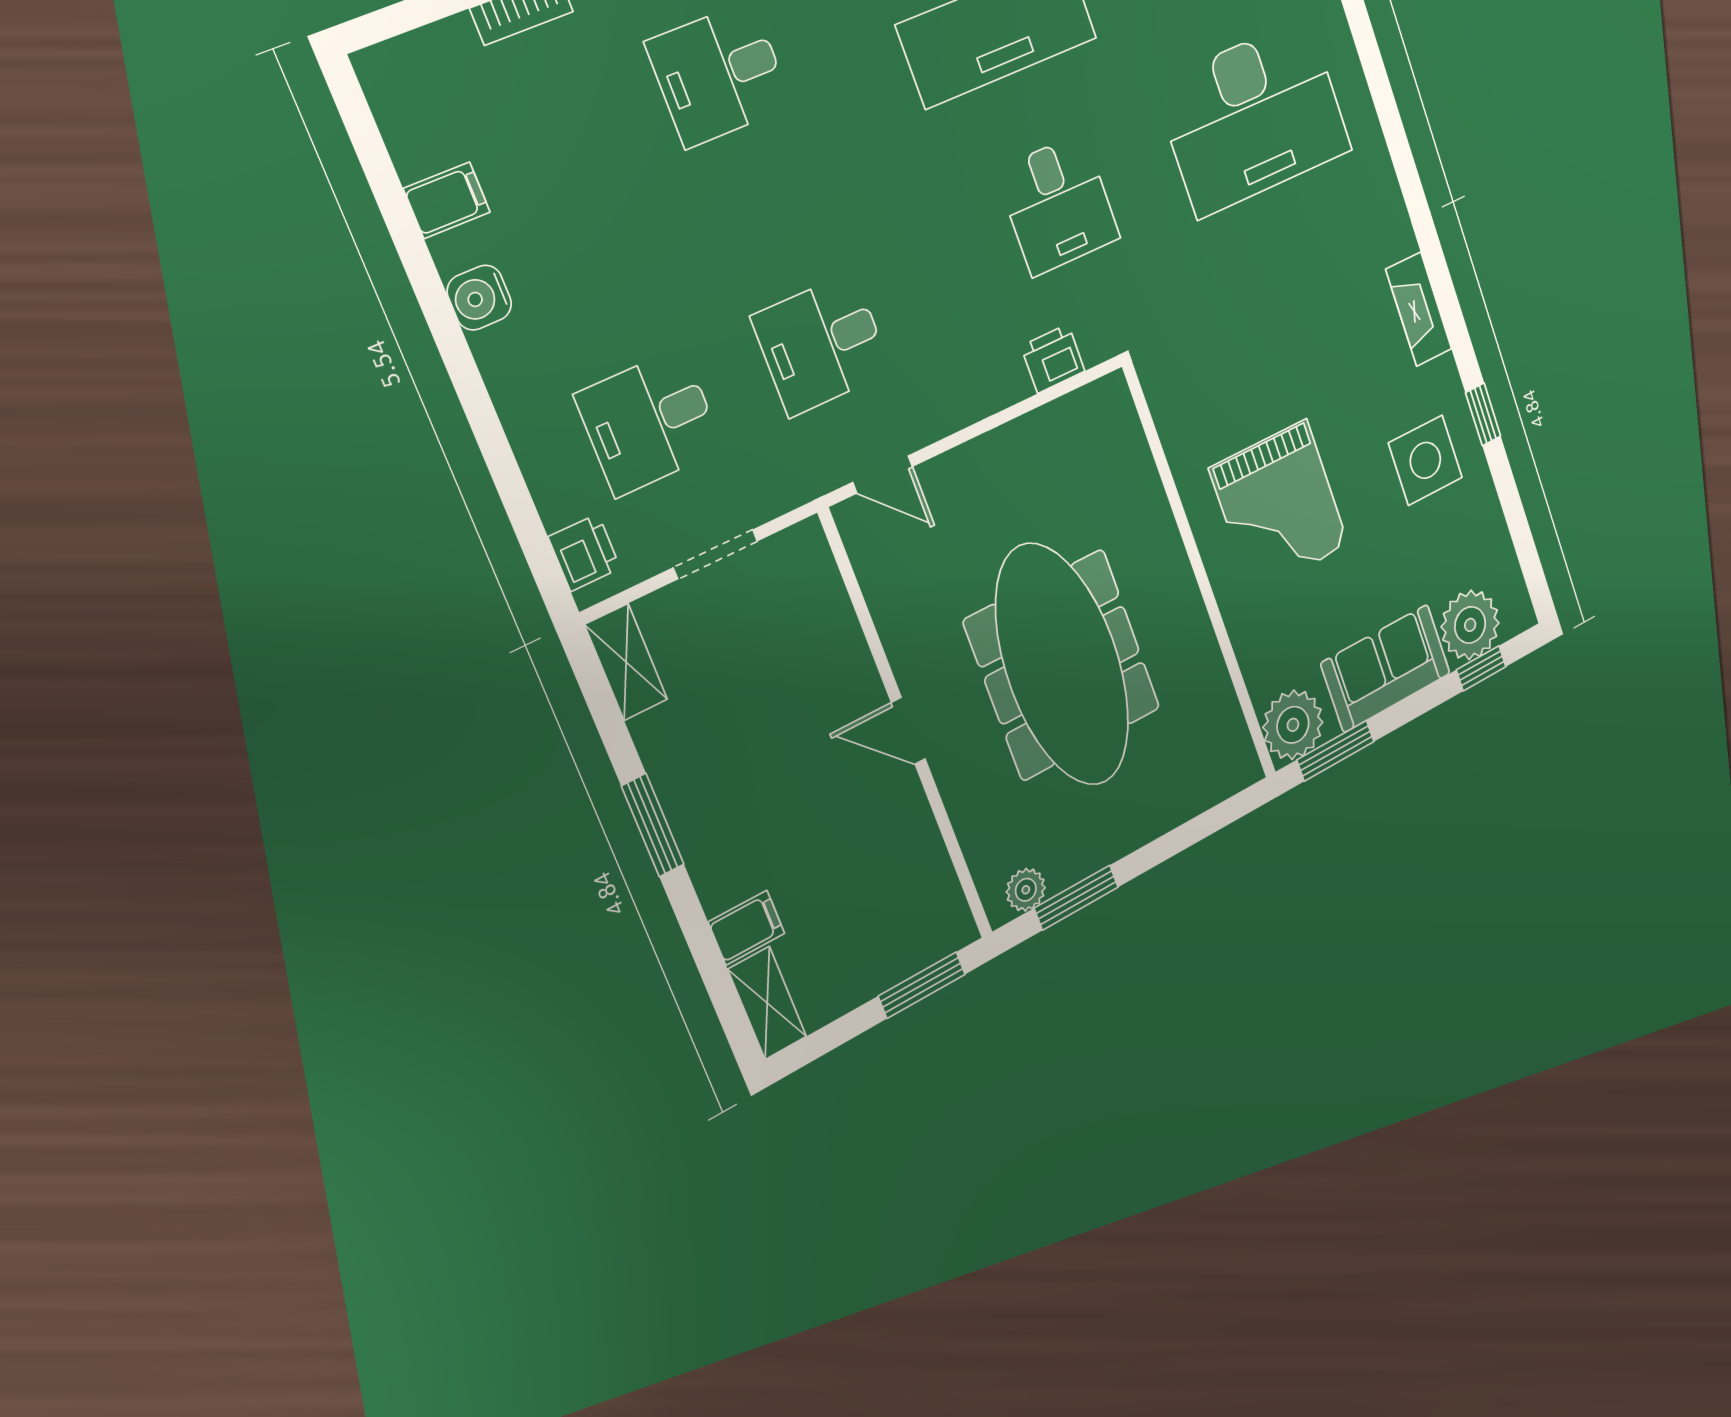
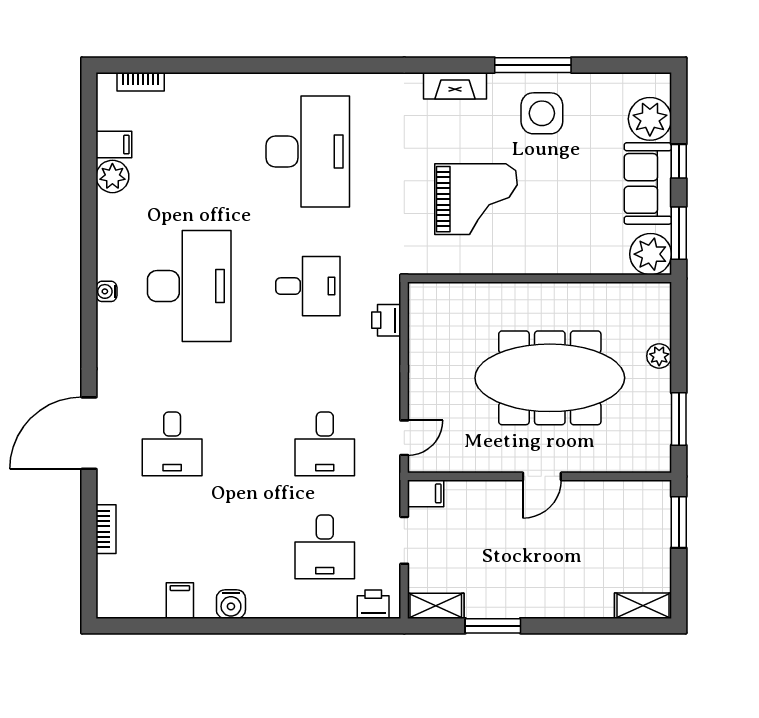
window: (1483, 414) -> (533, 65), width x2.17
grand piano: (1279, 507) -> (476, 199), moved
window: (1481, 668) -> (679, 161), moved
window: (653, 825) -> (493, 626), moved
plant: (1026, 890) -> (659, 356), moved
filing cabinet: (746, 928) -> (426, 493), moved, turned 90

